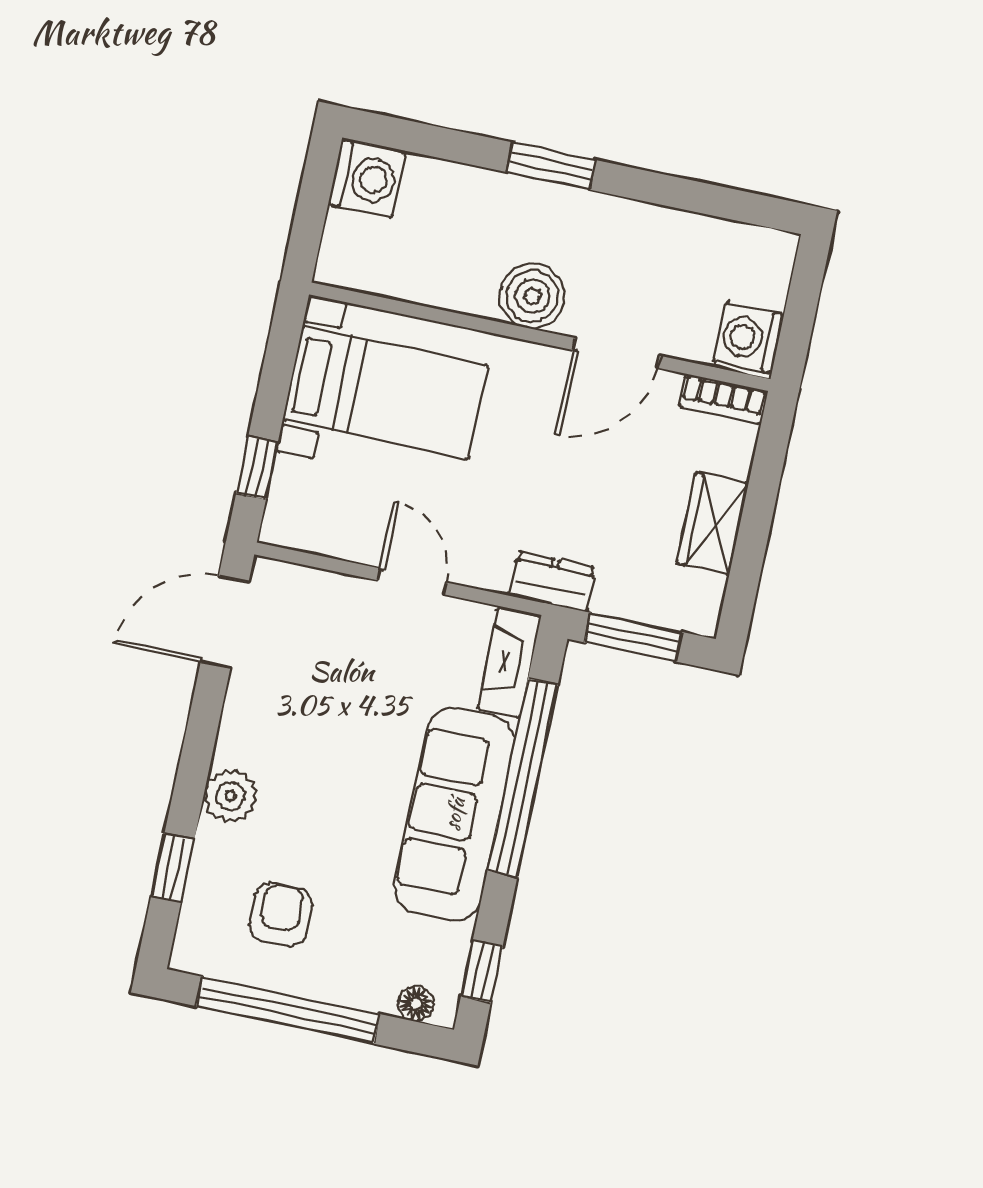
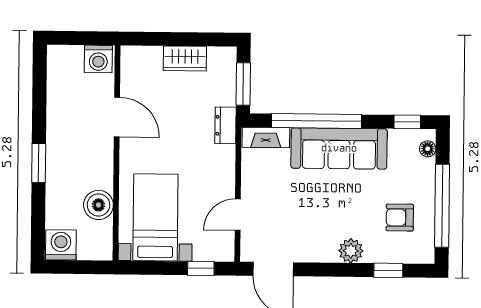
boiler: (532, 296) -> (98, 205), moved
bookcase: (723, 399) -> (128, 65), removed
door: (412, 581) -> (238, 215), moved

